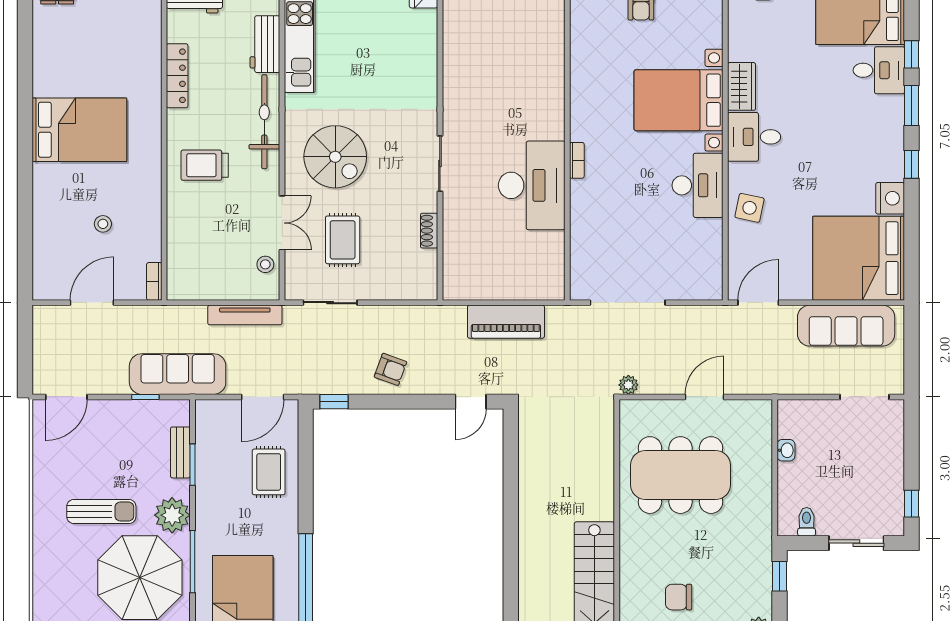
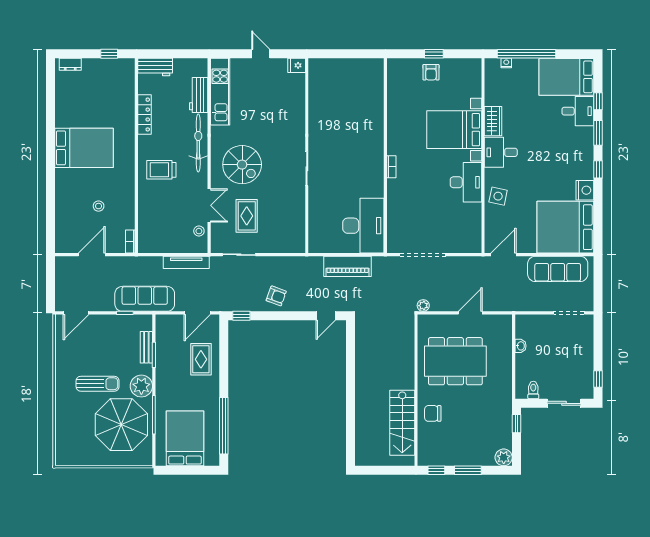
desk: (532, 185) -> (363, 226), moved
shoe rack: (429, 231) -> (300, 210), removed
chair: (679, 597) -> (433, 413), moved

